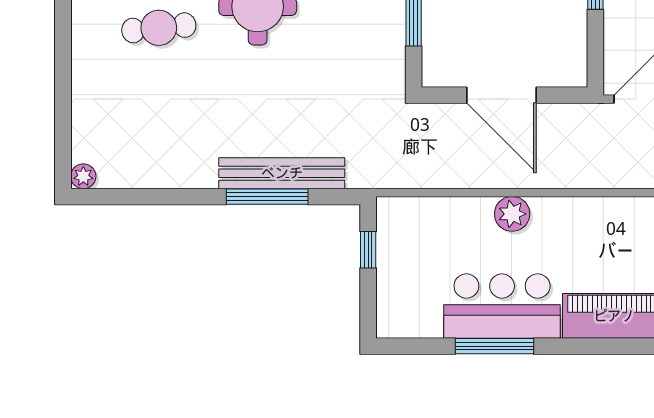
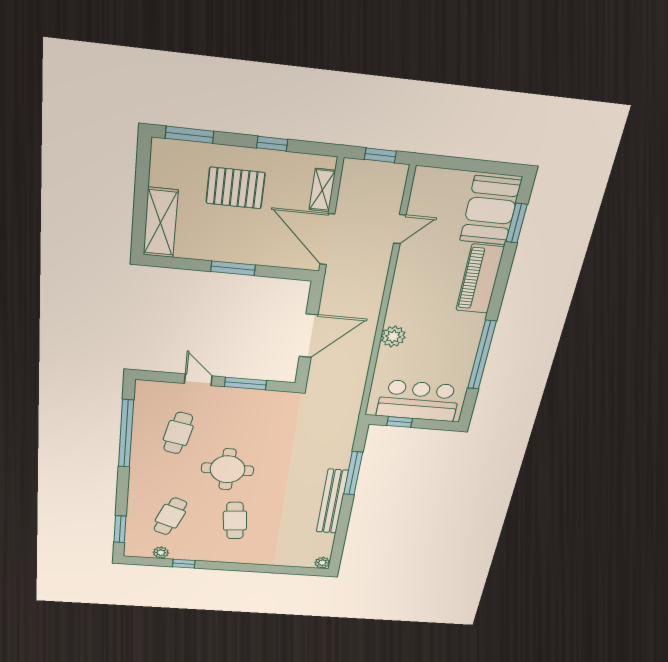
bench: (282, 173) -> (332, 501), moved
bar counter: (502, 306) -> (419, 401), moved, turned 90
window: (495, 346) -> (482, 355), width x1.46

